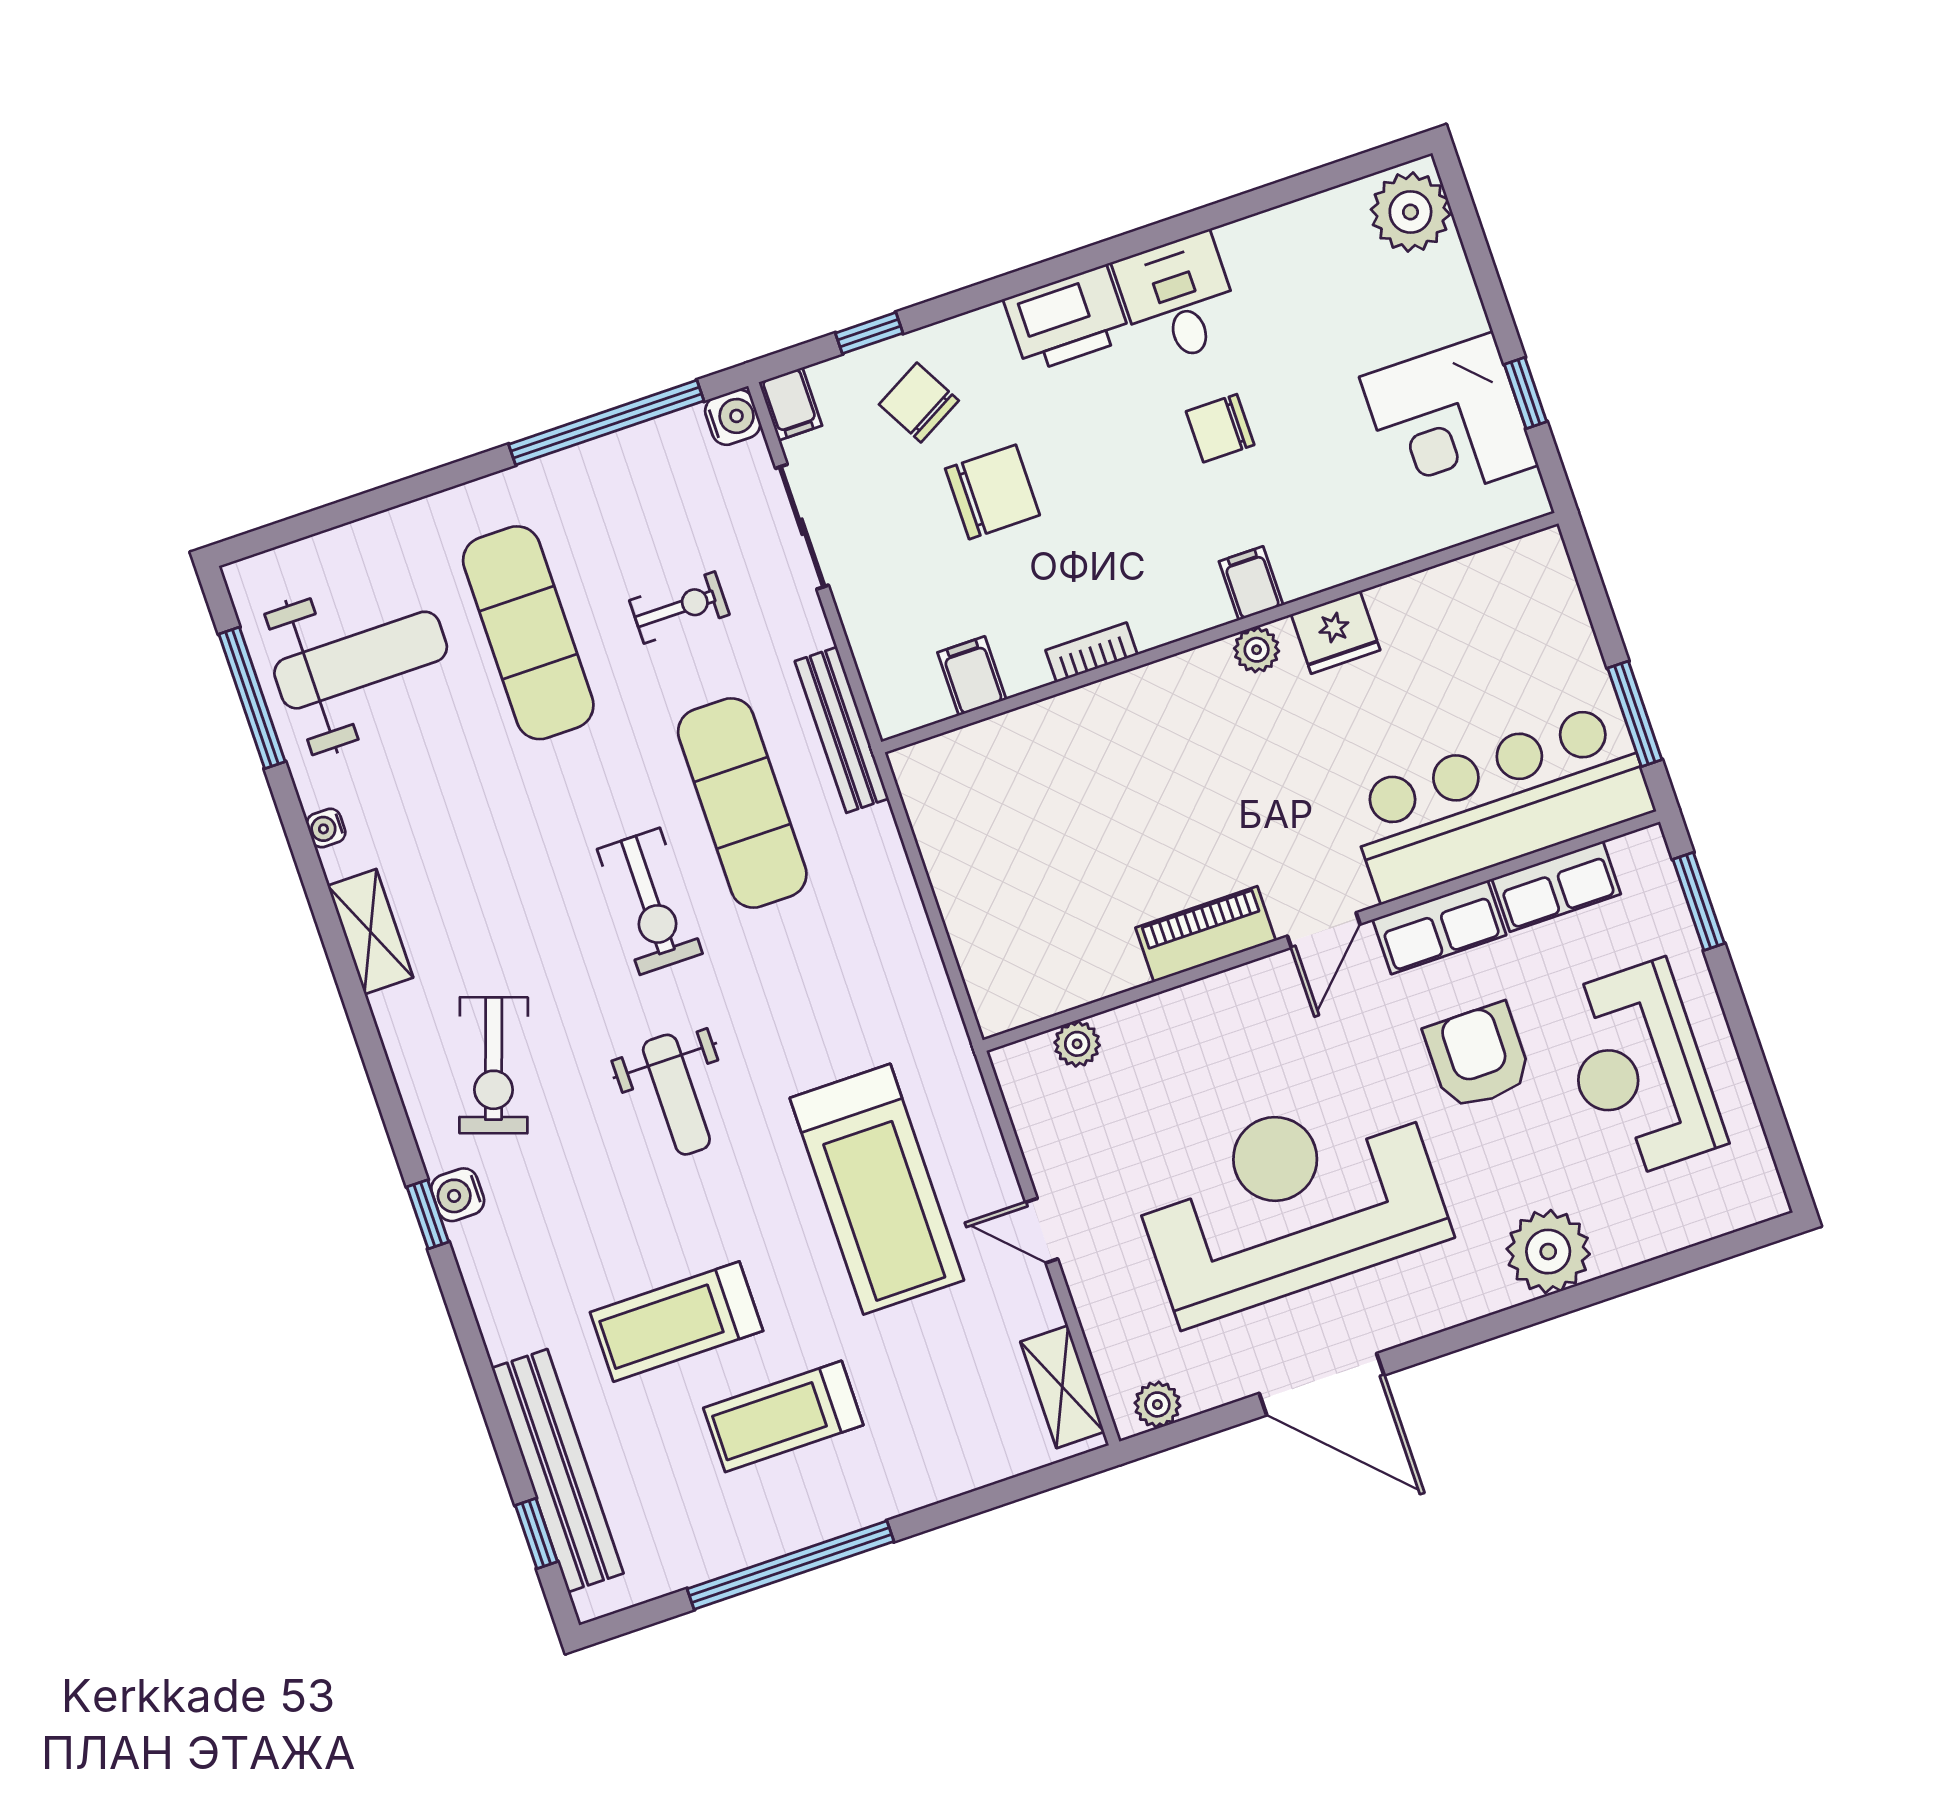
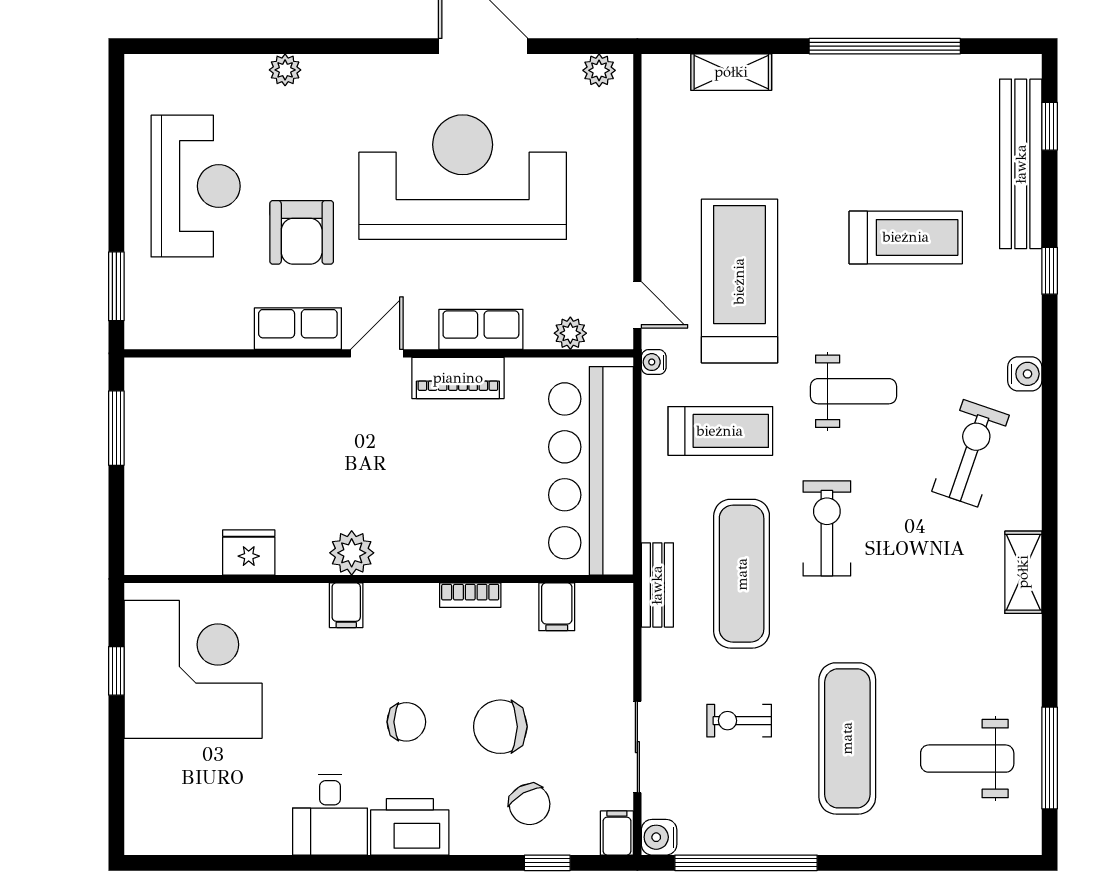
plant: (1410, 212) -> (153, 820), removed
corner desk: (1449, 421) -> (193, 669), width x1.36, depth x1.36
chair: (1220, 428) -> (406, 722), moved
fridge: (1336, 632) -> (249, 553), moved
plant: (1257, 650) -> (352, 553), width x1.38, depth x1.38
weight bench: (361, 660) -> (967, 759), width x0.73, depth x0.75
bench: (842, 730) -> (657, 585), width x0.73
bar counter: (1499, 802) -> (591, 471), moved, turned 90
water cooler: (326, 828) -> (654, 362), moved, turned 180
row of seats: (1556, 886) -> (481, 329), moved
weight bench: (676, 1095) -> (853, 391), turned 90
reception desk: (1290, 1202) -> (463, 177), turned 180
window: (428, 1214) -> (1050, 271), moved
door: (1042, 1231) -> (637, 305), moved
plant: (1548, 1252) -> (285, 70), width x0.53, depth x0.53
shelving: (1062, 1387) -> (731, 72), moved, turned 90
treadmill: (783, 1416) -> (720, 431), moved

